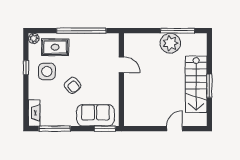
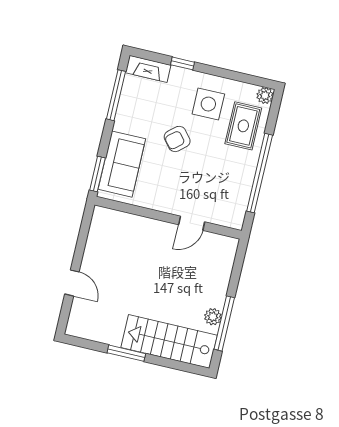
plant: (170, 43) -> (213, 317), width x0.53, depth x0.53
window: (26, 68) -> (183, 63), moved
stairs: (196, 84) -> (169, 341), moved

